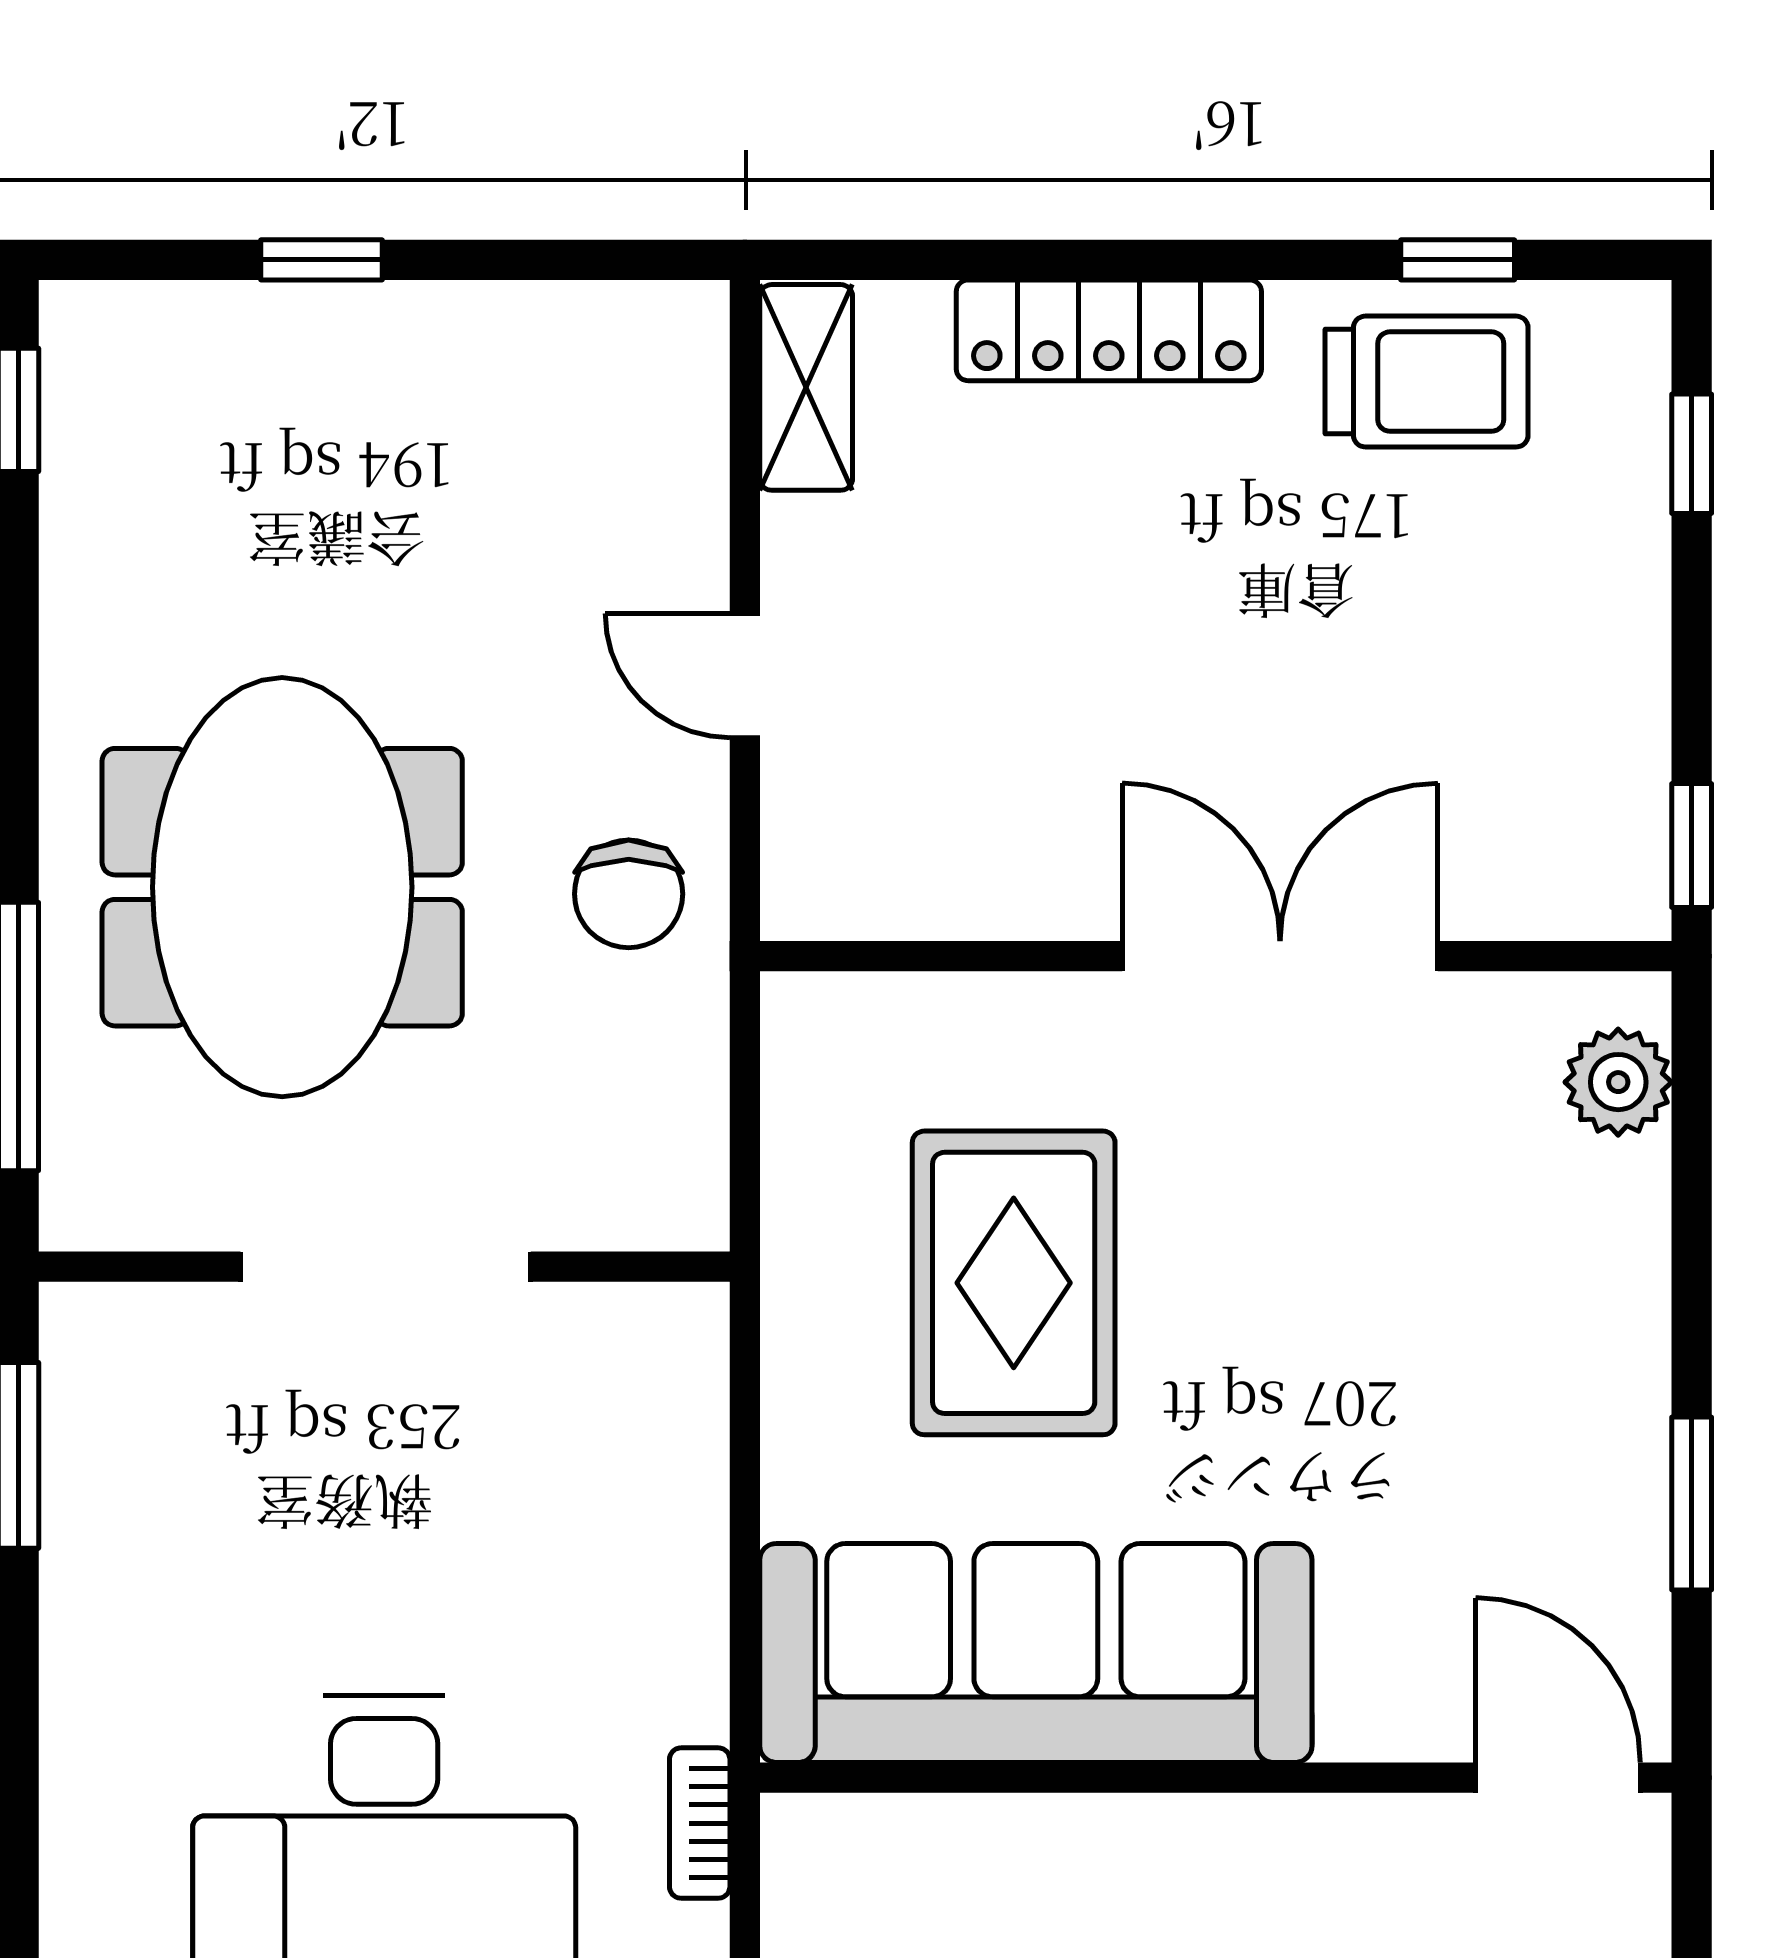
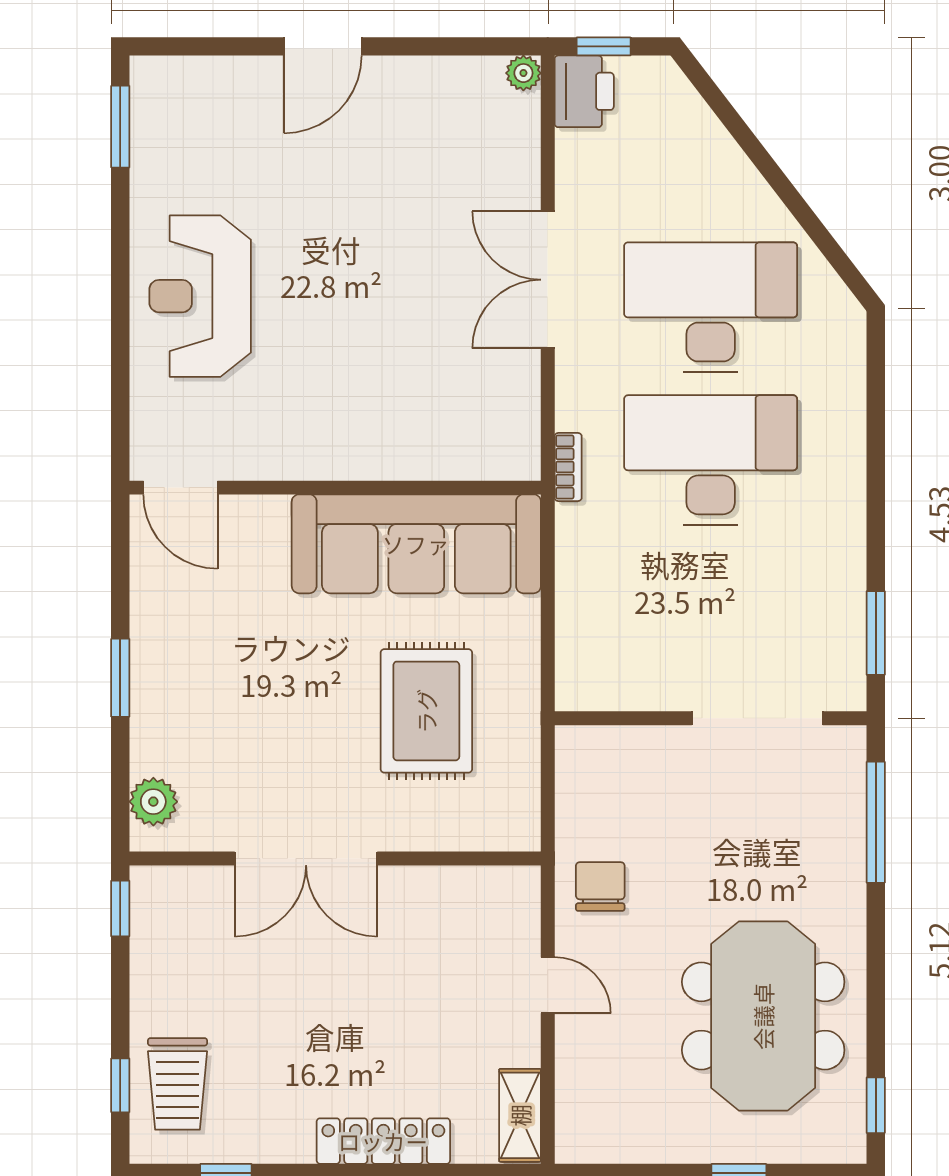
trolley: (1427, 382) -> (178, 1084), moved, turned -90
meeting table: (282, 887) -> (763, 1016), moved
doorway: (386, 1267) -> (757, 718), moved
window: (1692, 1504) -> (120, 678), moved

